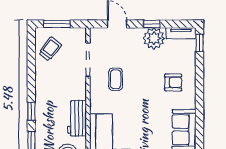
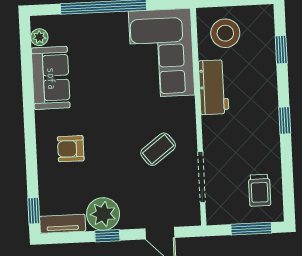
trolley: (50, 49) -> (260, 190), turned -38
coffee table: (116, 79) -> (158, 149), turned 53
window: (31, 111) -> (285, 121), moved

